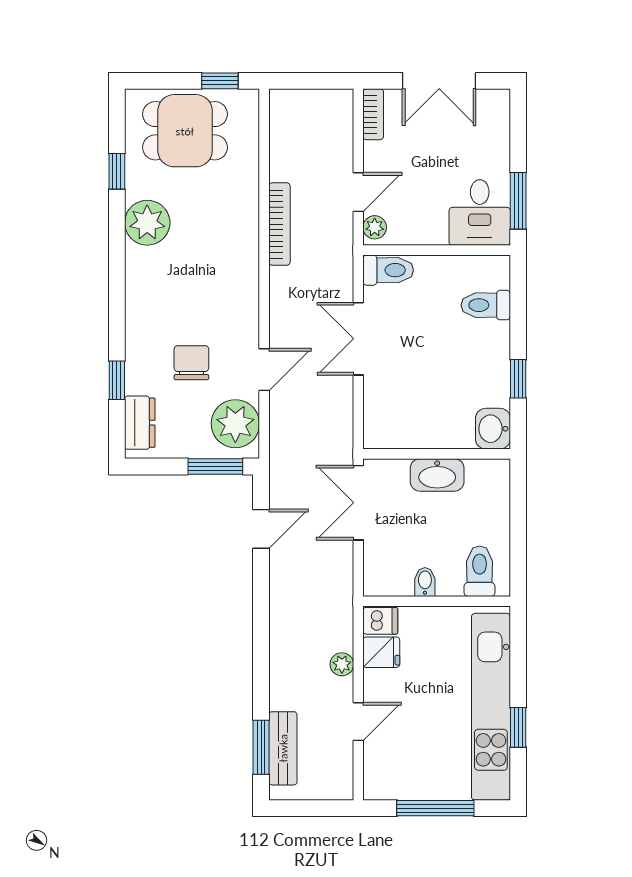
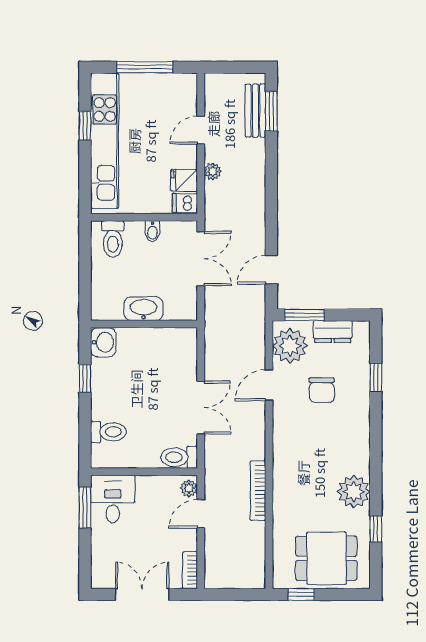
dresser: (140, 423) -> (333, 332), moved, turned -90
double door: (358, 503) -> (201, 259), moved

